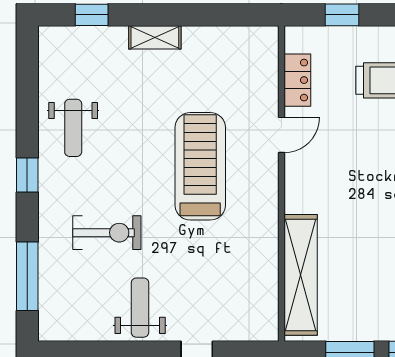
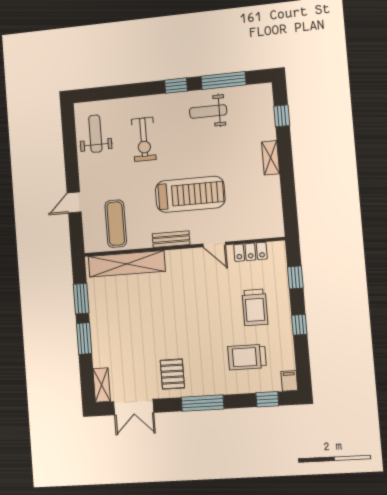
bench: (268, 202) -> (171, 239), added
window: (27, 276) -> (223, 81), moved
exercise mat: (236, 288) -> (116, 224), added
weight bench: (140, 308) -> (95, 134), moved, turned -90

